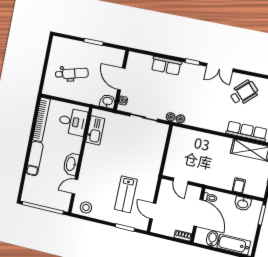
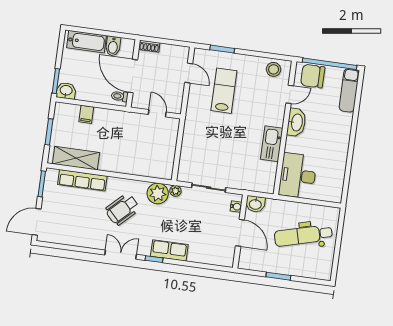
row of seats: (166, 66) -> (169, 250), moved
dental chair: (72, 74) -> (303, 236), width x1.36, depth x1.38
wheelchair: (244, 93) -> (122, 209), moved
plant: (180, 119) -> (158, 193), width x1.88, depth x1.88
bookcase: (41, 120) -> (339, 175), removed
desk: (73, 122) -> (298, 176), width x1.37
kitchen sink: (95, 130) -> (272, 144), moved
exam couch: (35, 159) -> (349, 90), moved
chair: (56, 199) -> (313, 76), added
washbasin: (243, 204) -> (66, 91), moved

